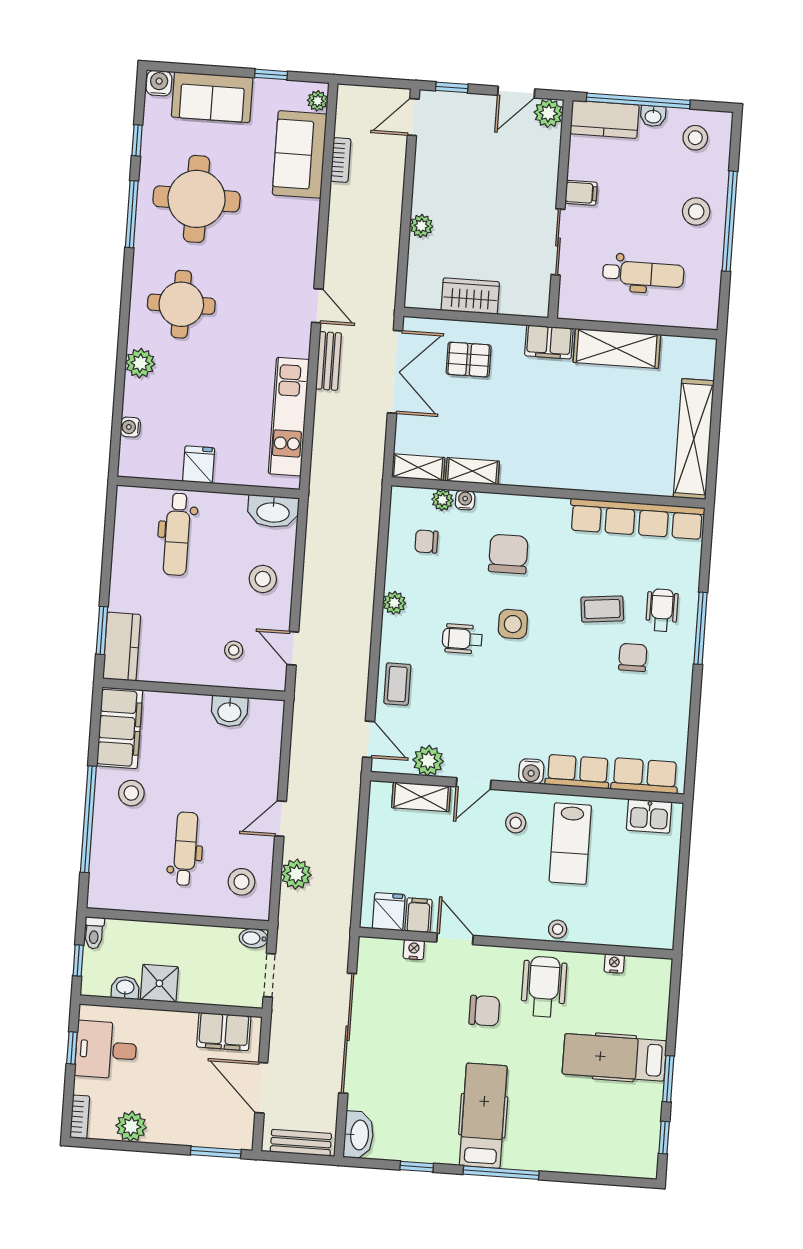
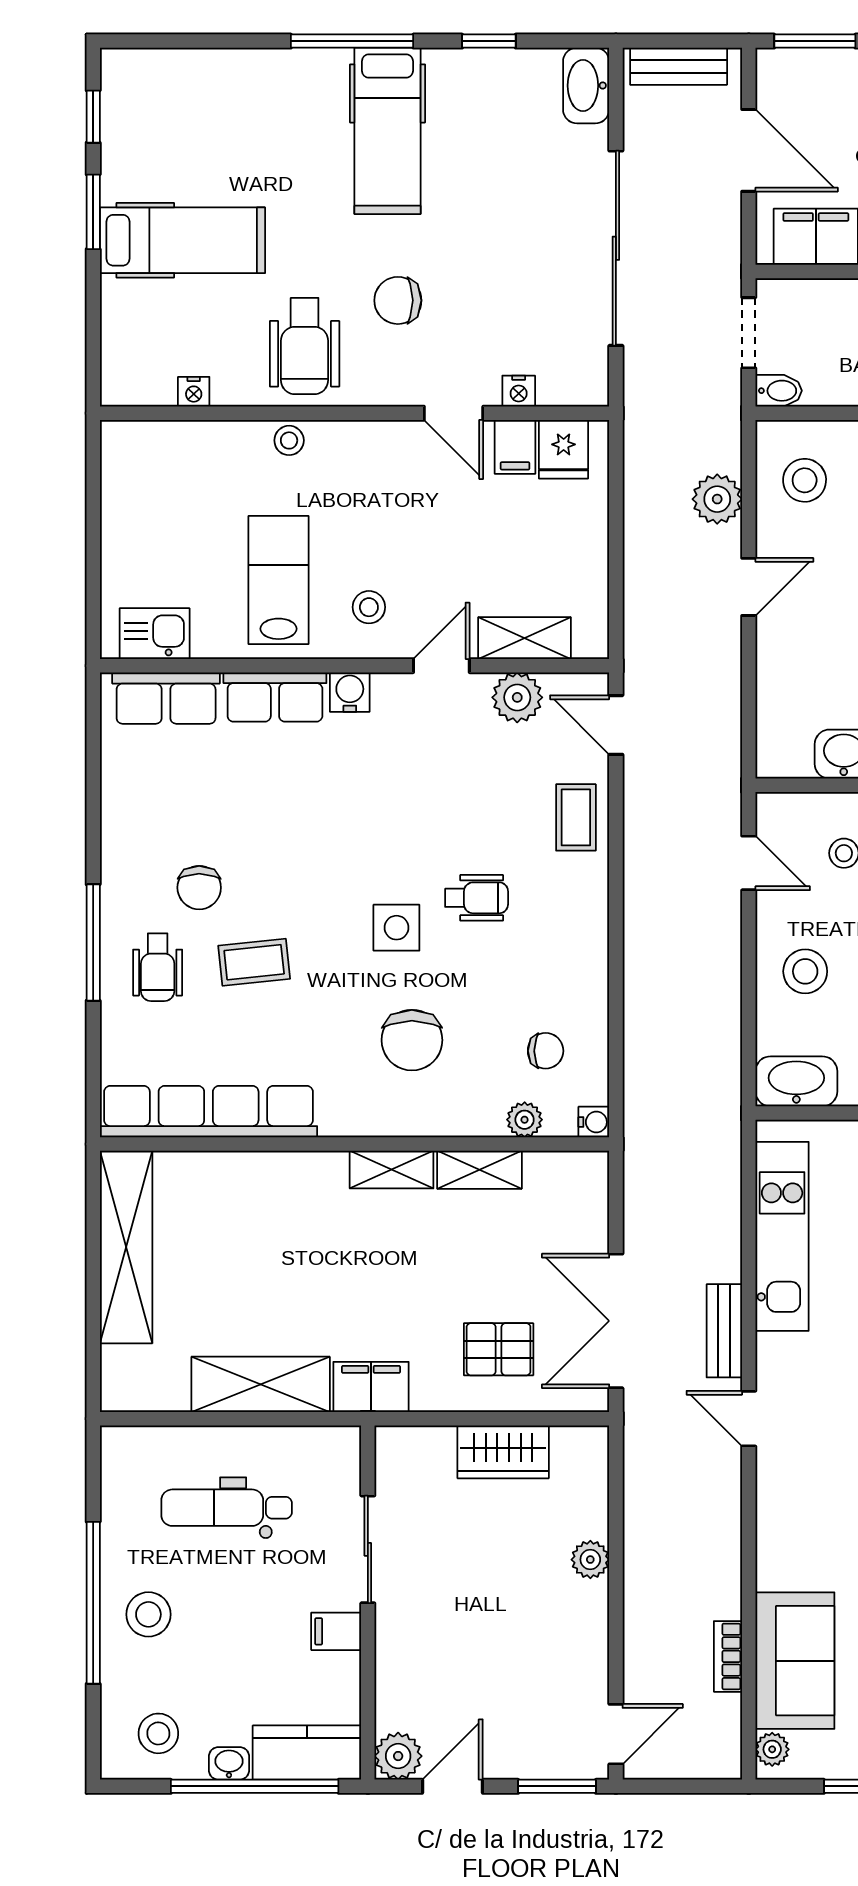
window: (452, 87) -> (557, 1786), width x1.50
shelving: (418, 467) -> (392, 1170), moved
water cooler: (465, 500) -> (594, 1122), moved, turned -90
plant: (394, 603) -> (590, 948), removed

